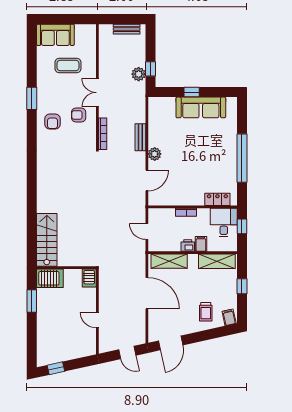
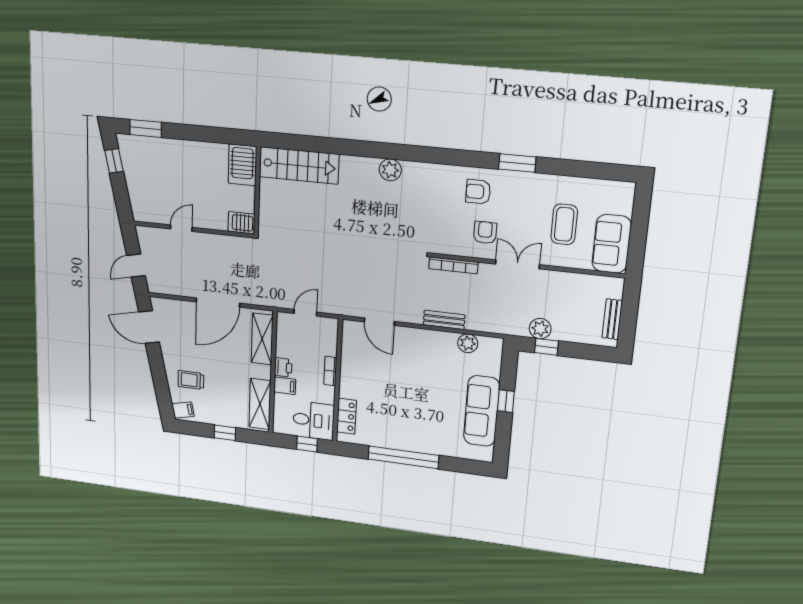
sofa: (55, 35) -> (612, 244), moved
plant: (155, 154) -> (468, 343), moved
plant: (44, 179) -> (390, 170), added
window: (32, 301) -> (146, 128), moved

